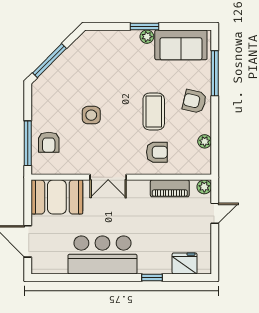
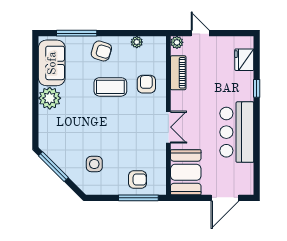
window: (144, 27) -> (35, 95), removed
plant: (147, 37) -> (50, 98), width x1.87, depth x1.87
window: (50, 61) -> (53, 167), moved
armchair: (194, 101) -> (101, 51), turned -86
side table: (91, 115) -> (94, 164), moved

